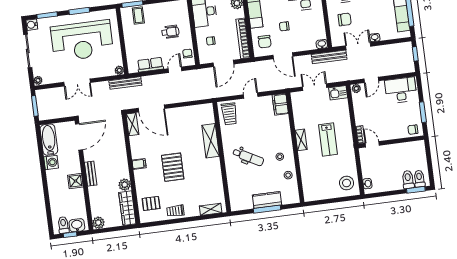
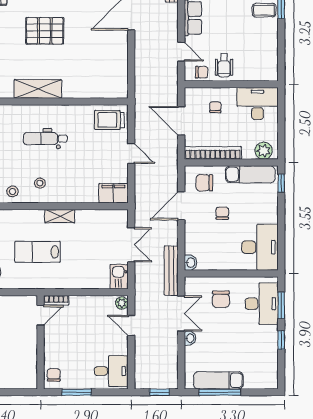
wheelchair: (170, 32) -> (224, 65), moved
desk: (401, 90) -> (111, 371), width x0.73
lab bench: (328, 139) -> (38, 252), moved
shelving: (211, 141) -> (38, 89), moved
dental chair: (248, 157) -> (45, 139), turned 62

